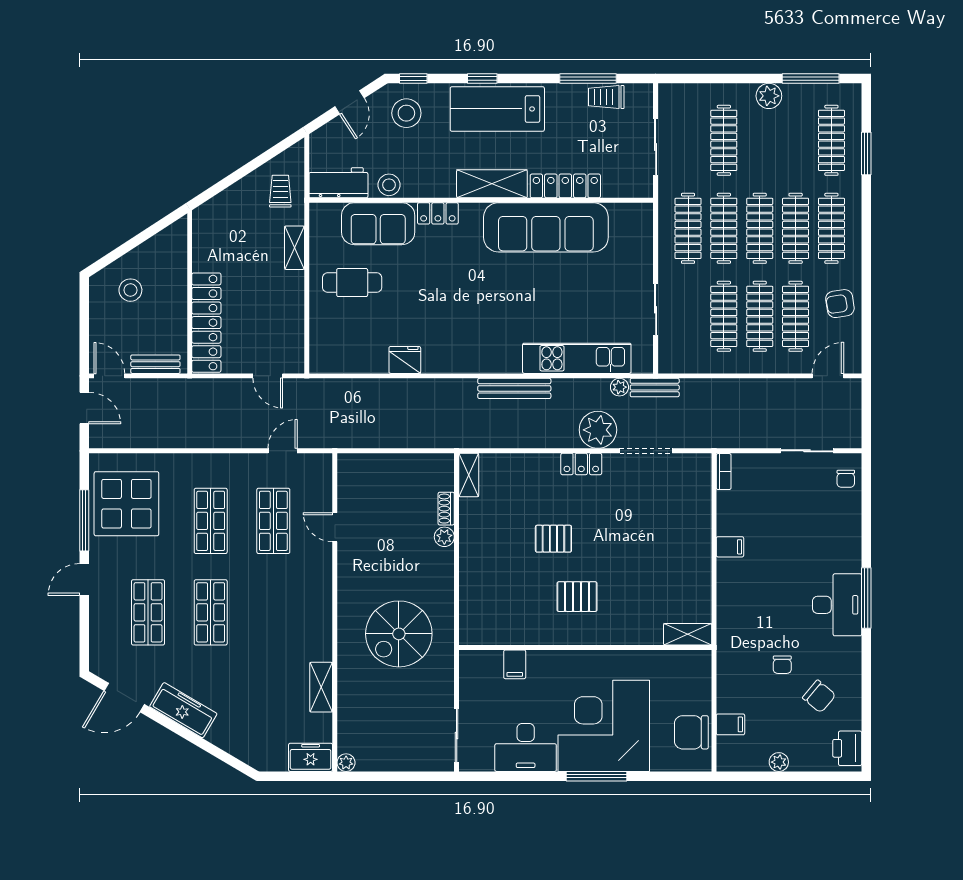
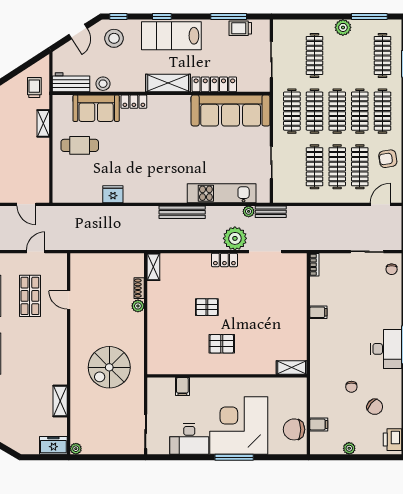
sofa: (546, 227) -> (231, 110), moved

